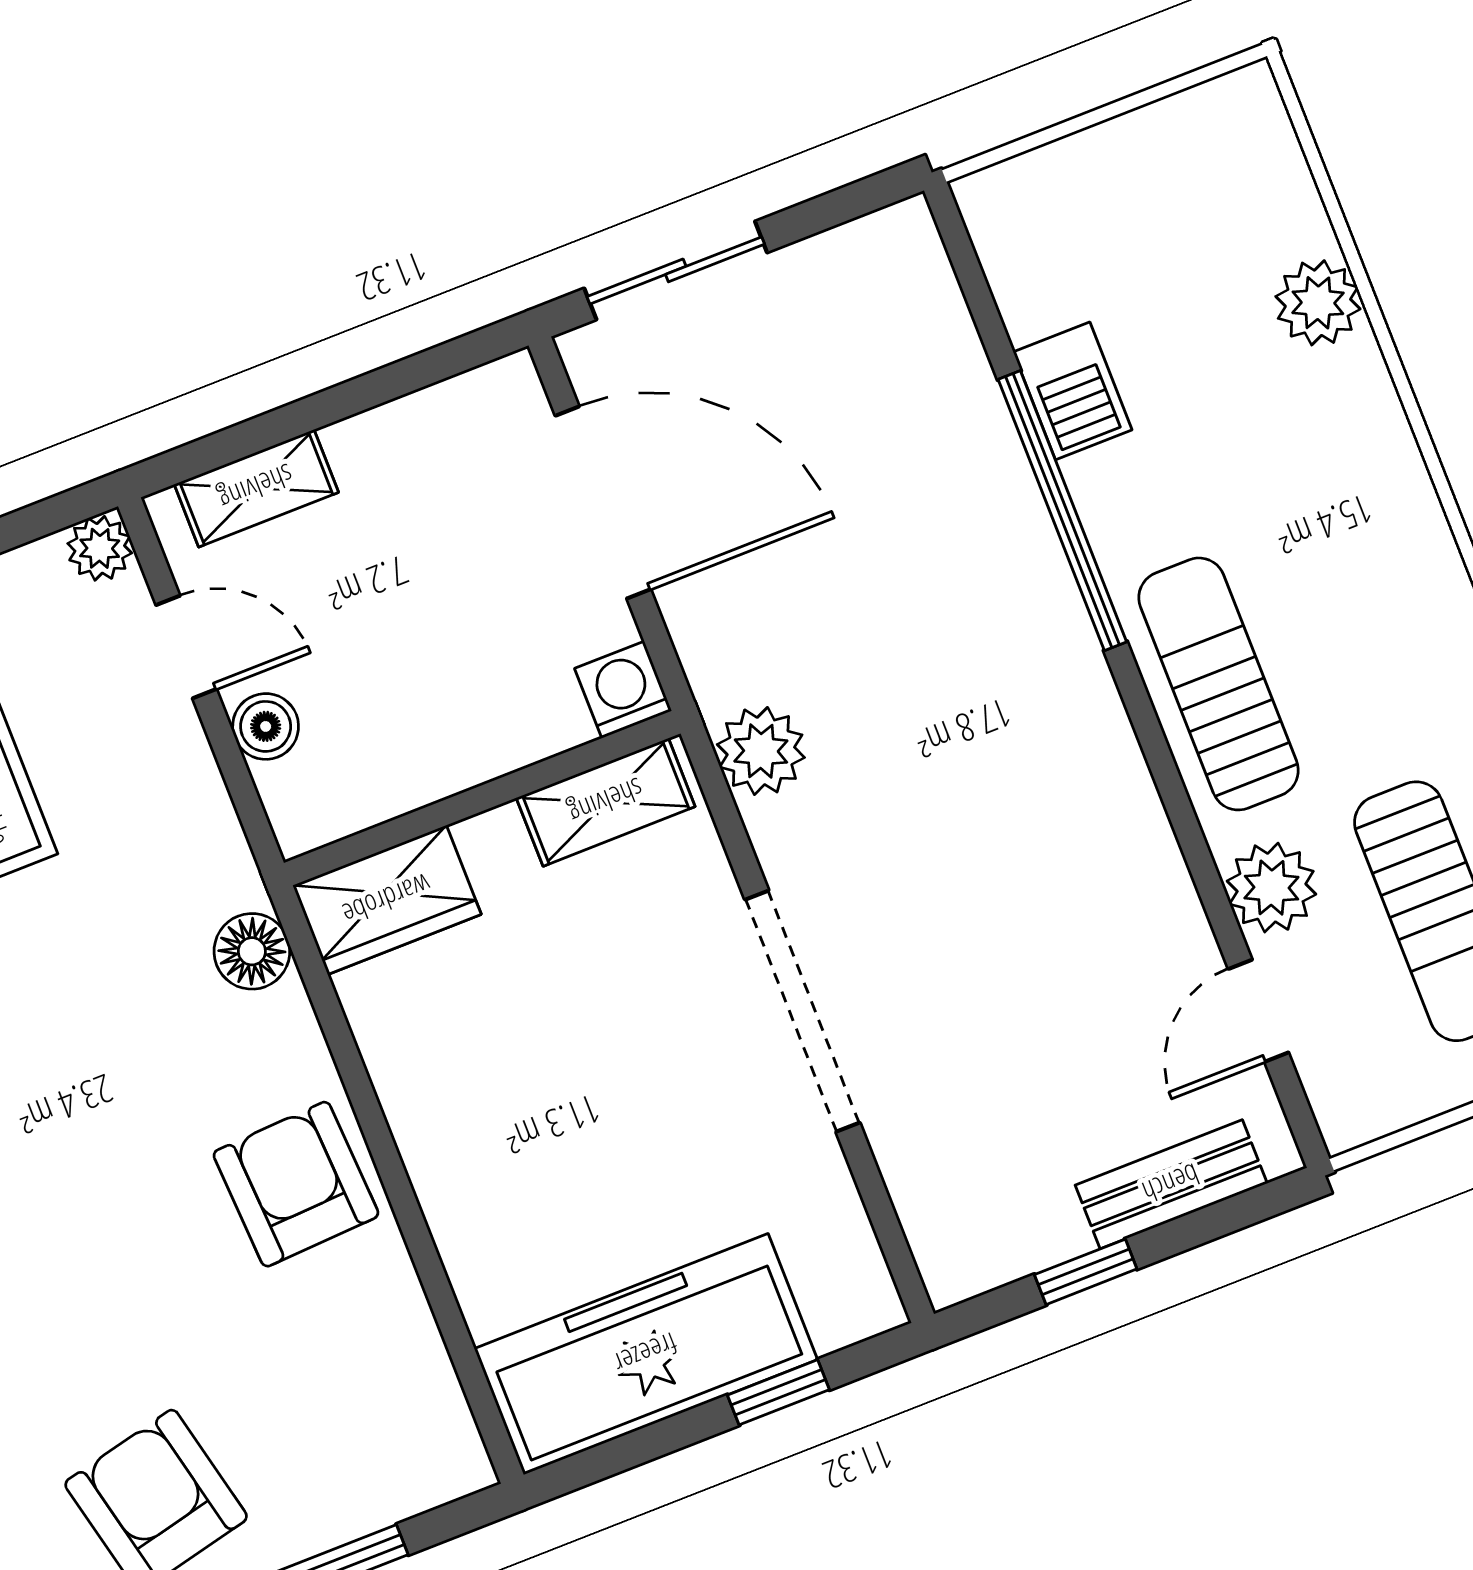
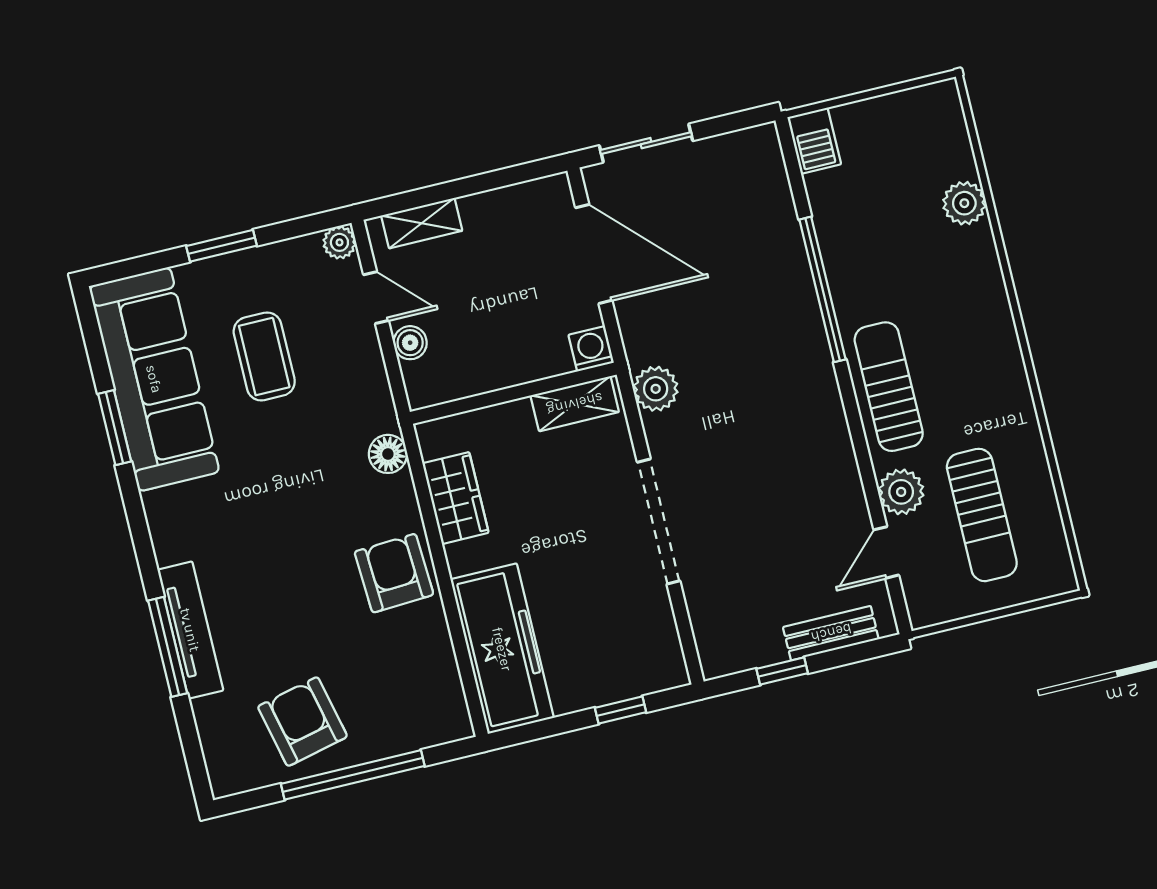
barbecue: (1073, 391) -> (814, 141), moved
wardrobe: (387, 900) -> (455, 498), moved, turned -90
freezer: (646, 1354) -> (502, 649), moved, turned 90

